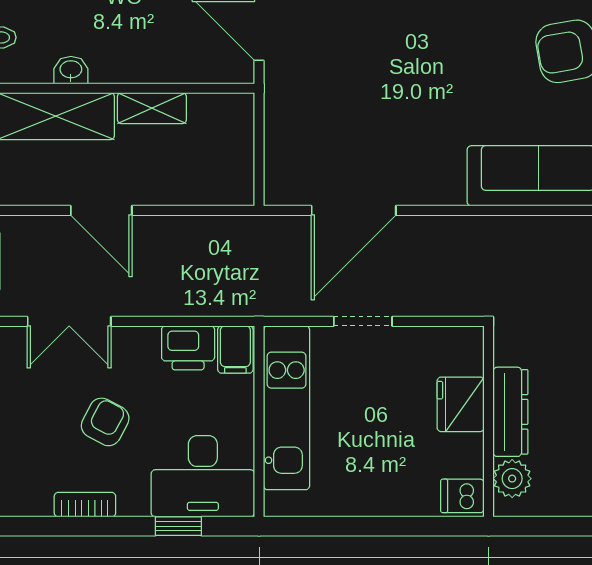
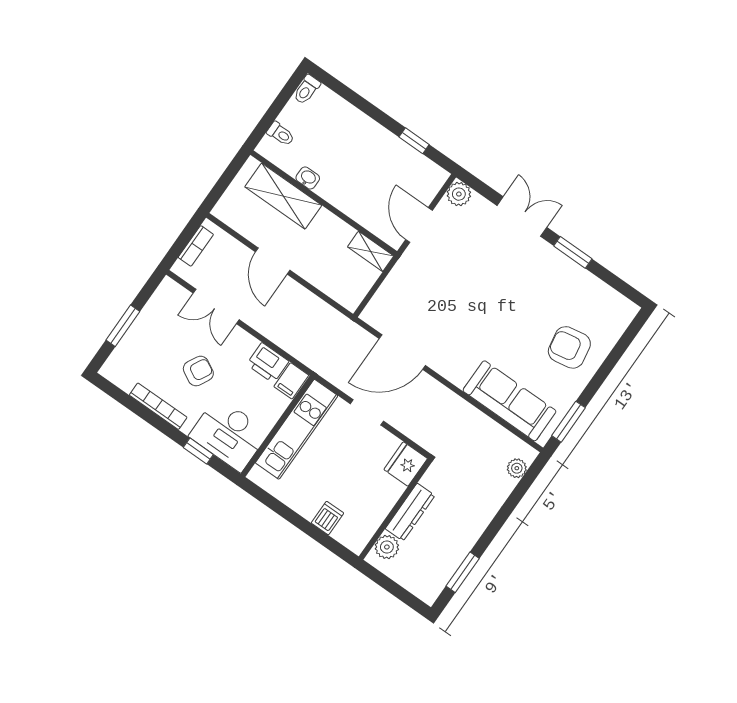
shelving: (152, 108) -> (371, 251), moved
fridge: (461, 404) -> (406, 464), moved
dishwasher: (462, 496) -> (327, 518), moved, turned 90
bookcase: (85, 505) -> (158, 406), width x1.56

